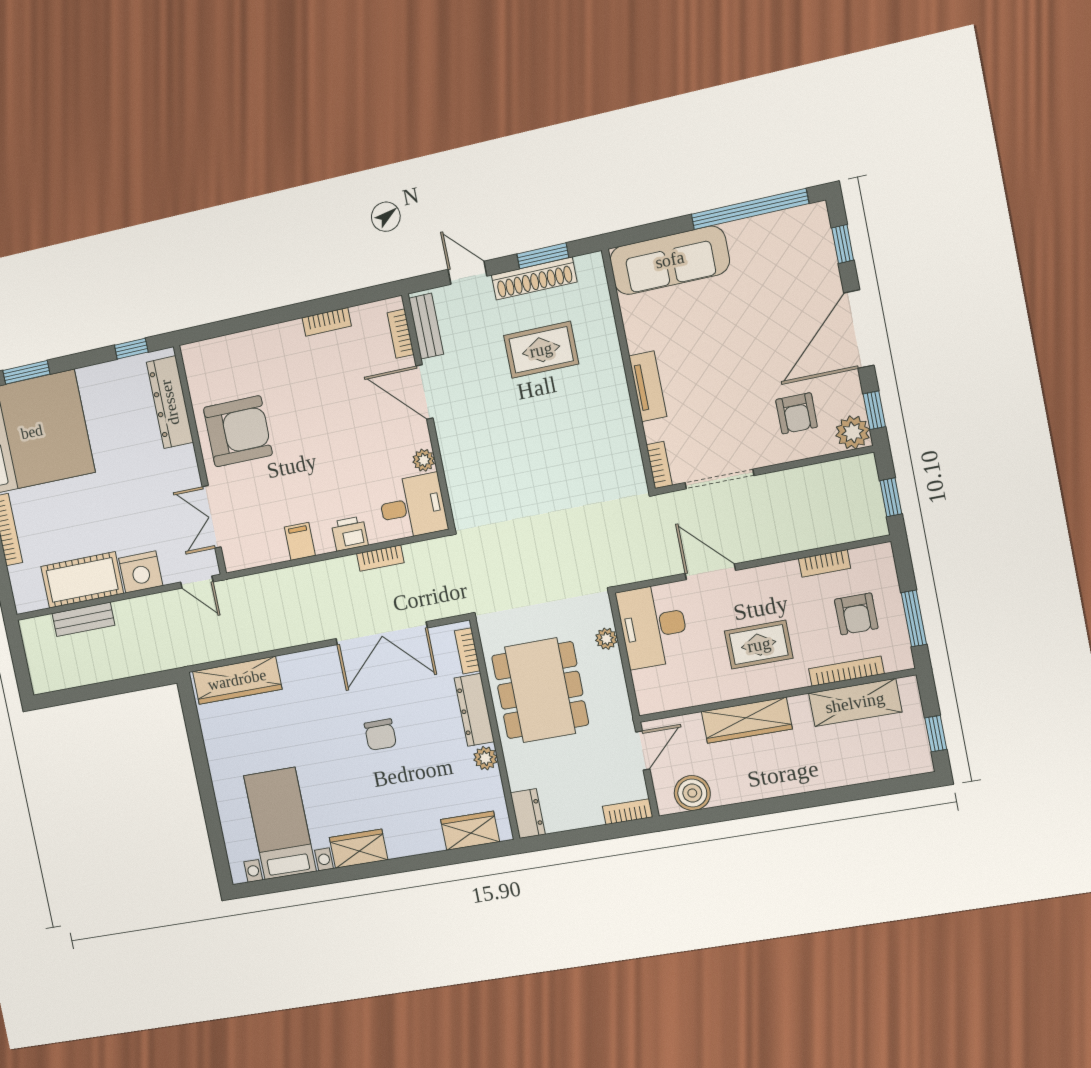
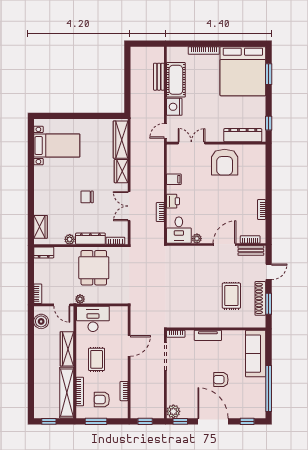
armchair: (797, 413) -> (221, 380), moved
desk: (653, 626) -> (93, 319), moved
double door: (381, 633) -> (129, 206), width x0.73
plant: (606, 639) -> (80, 299), moved
dining table: (540, 690) -> (94, 268), width x0.73
shelving: (855, 703) -> (67, 393), width x1.47
wardrobe: (359, 849) -> (121, 171), moved, turned 180

